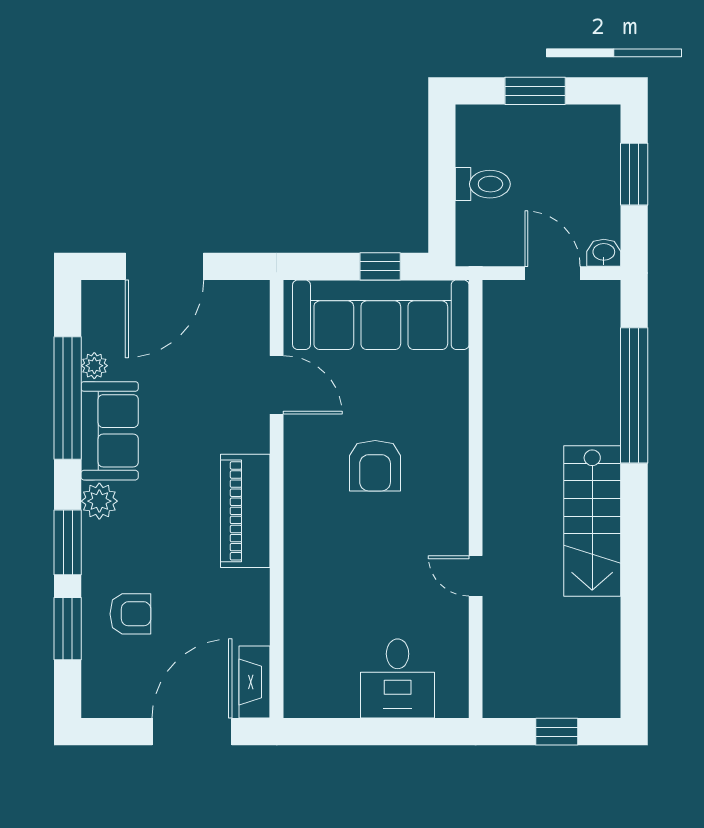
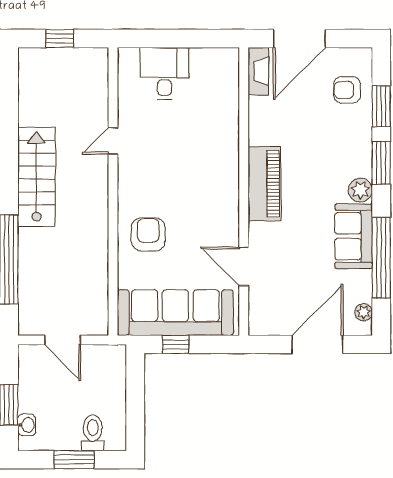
toilet: (483, 184) -> (93, 433), moved, turned 90
washbasin: (604, 253) -> (27, 425), moved, turned -90
plant: (94, 366) -> (364, 312), moved
armchair: (375, 466) -> (148, 234), moved
door: (476, 576) -> (113, 141), swing flipped
armchair: (130, 614) -> (347, 90), moved

